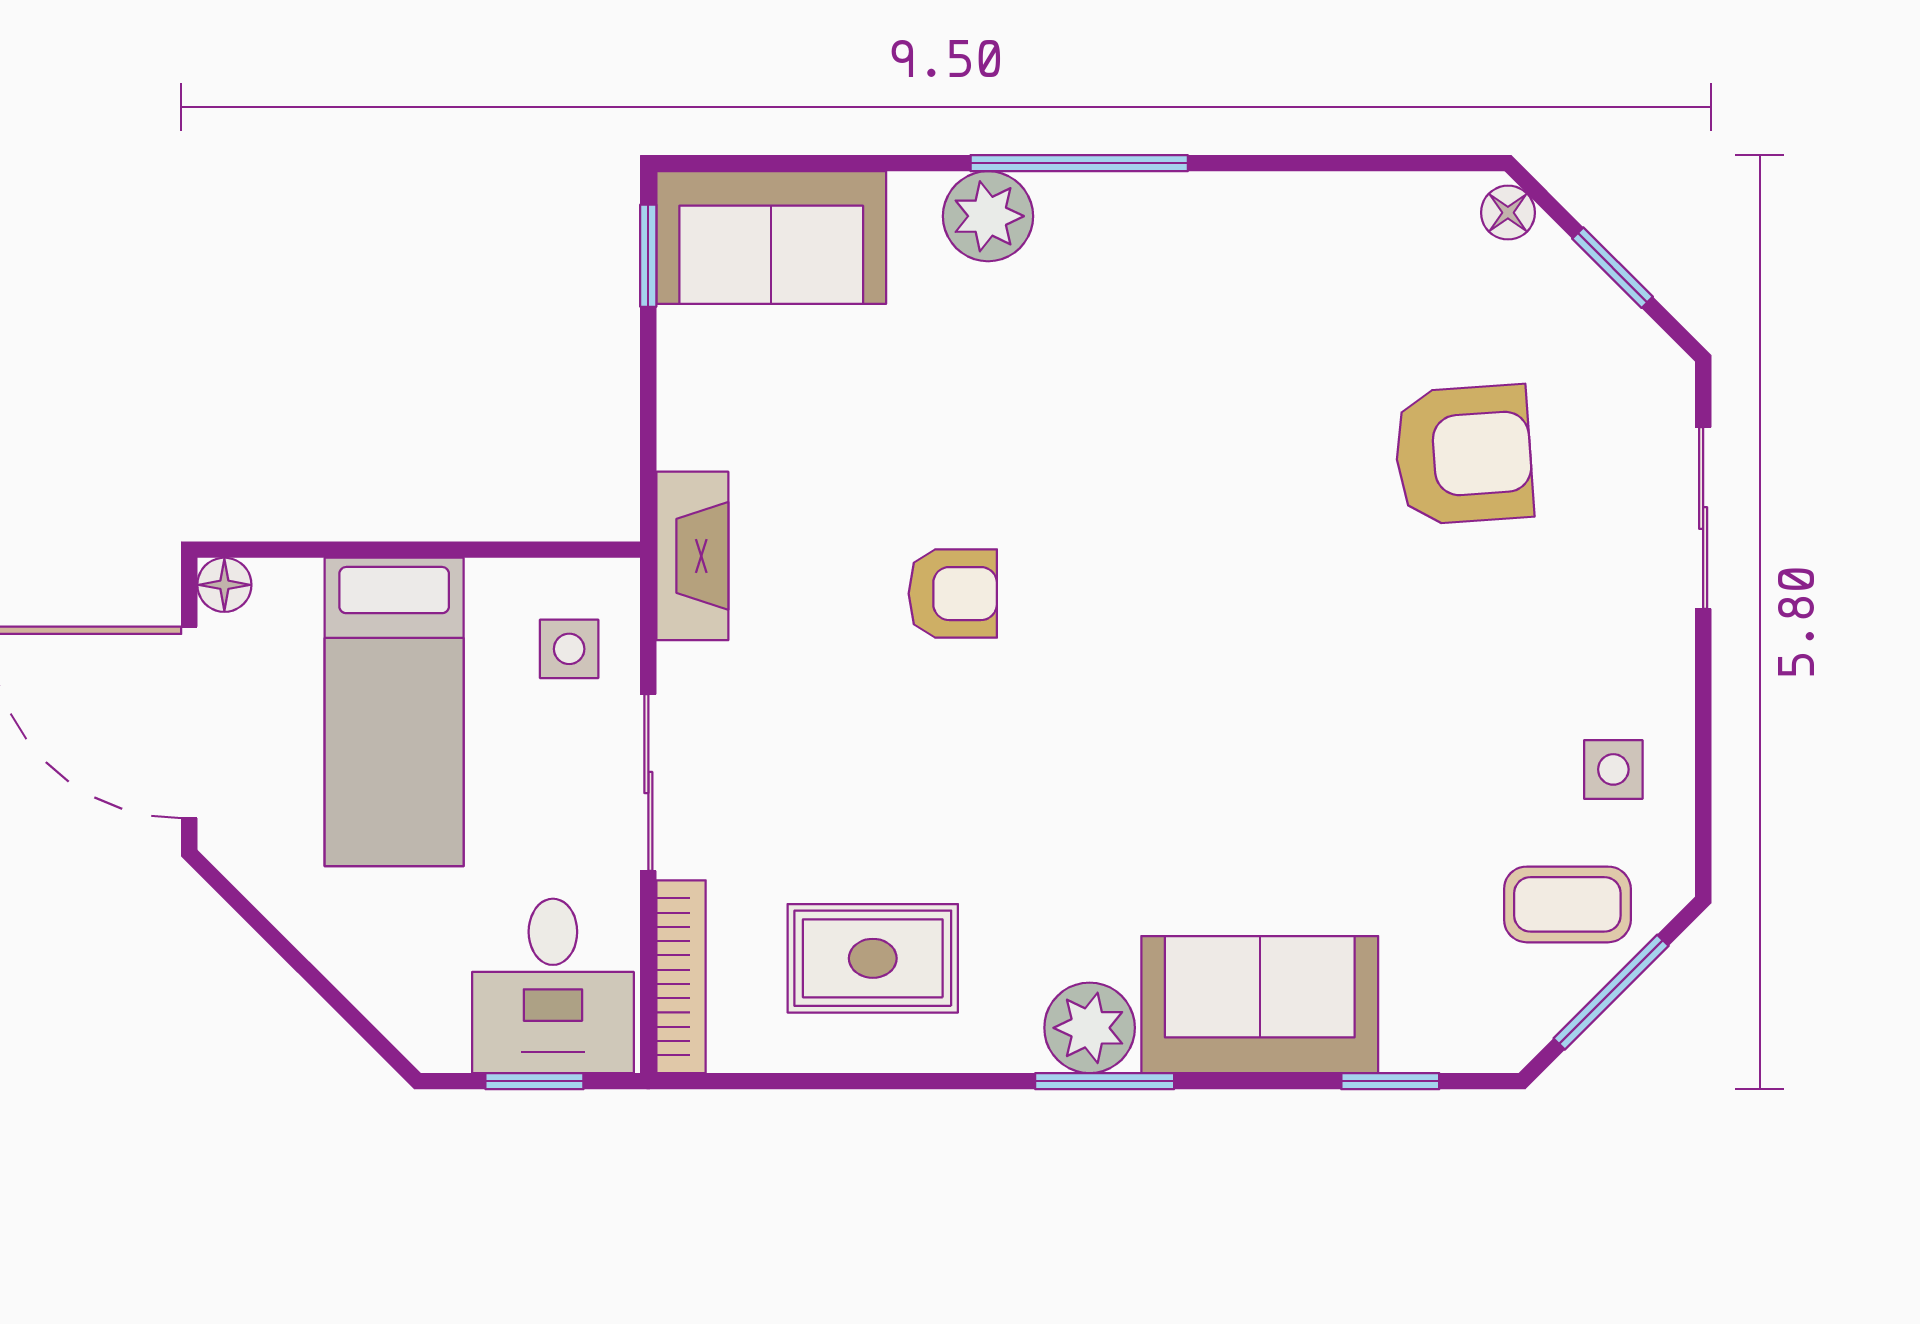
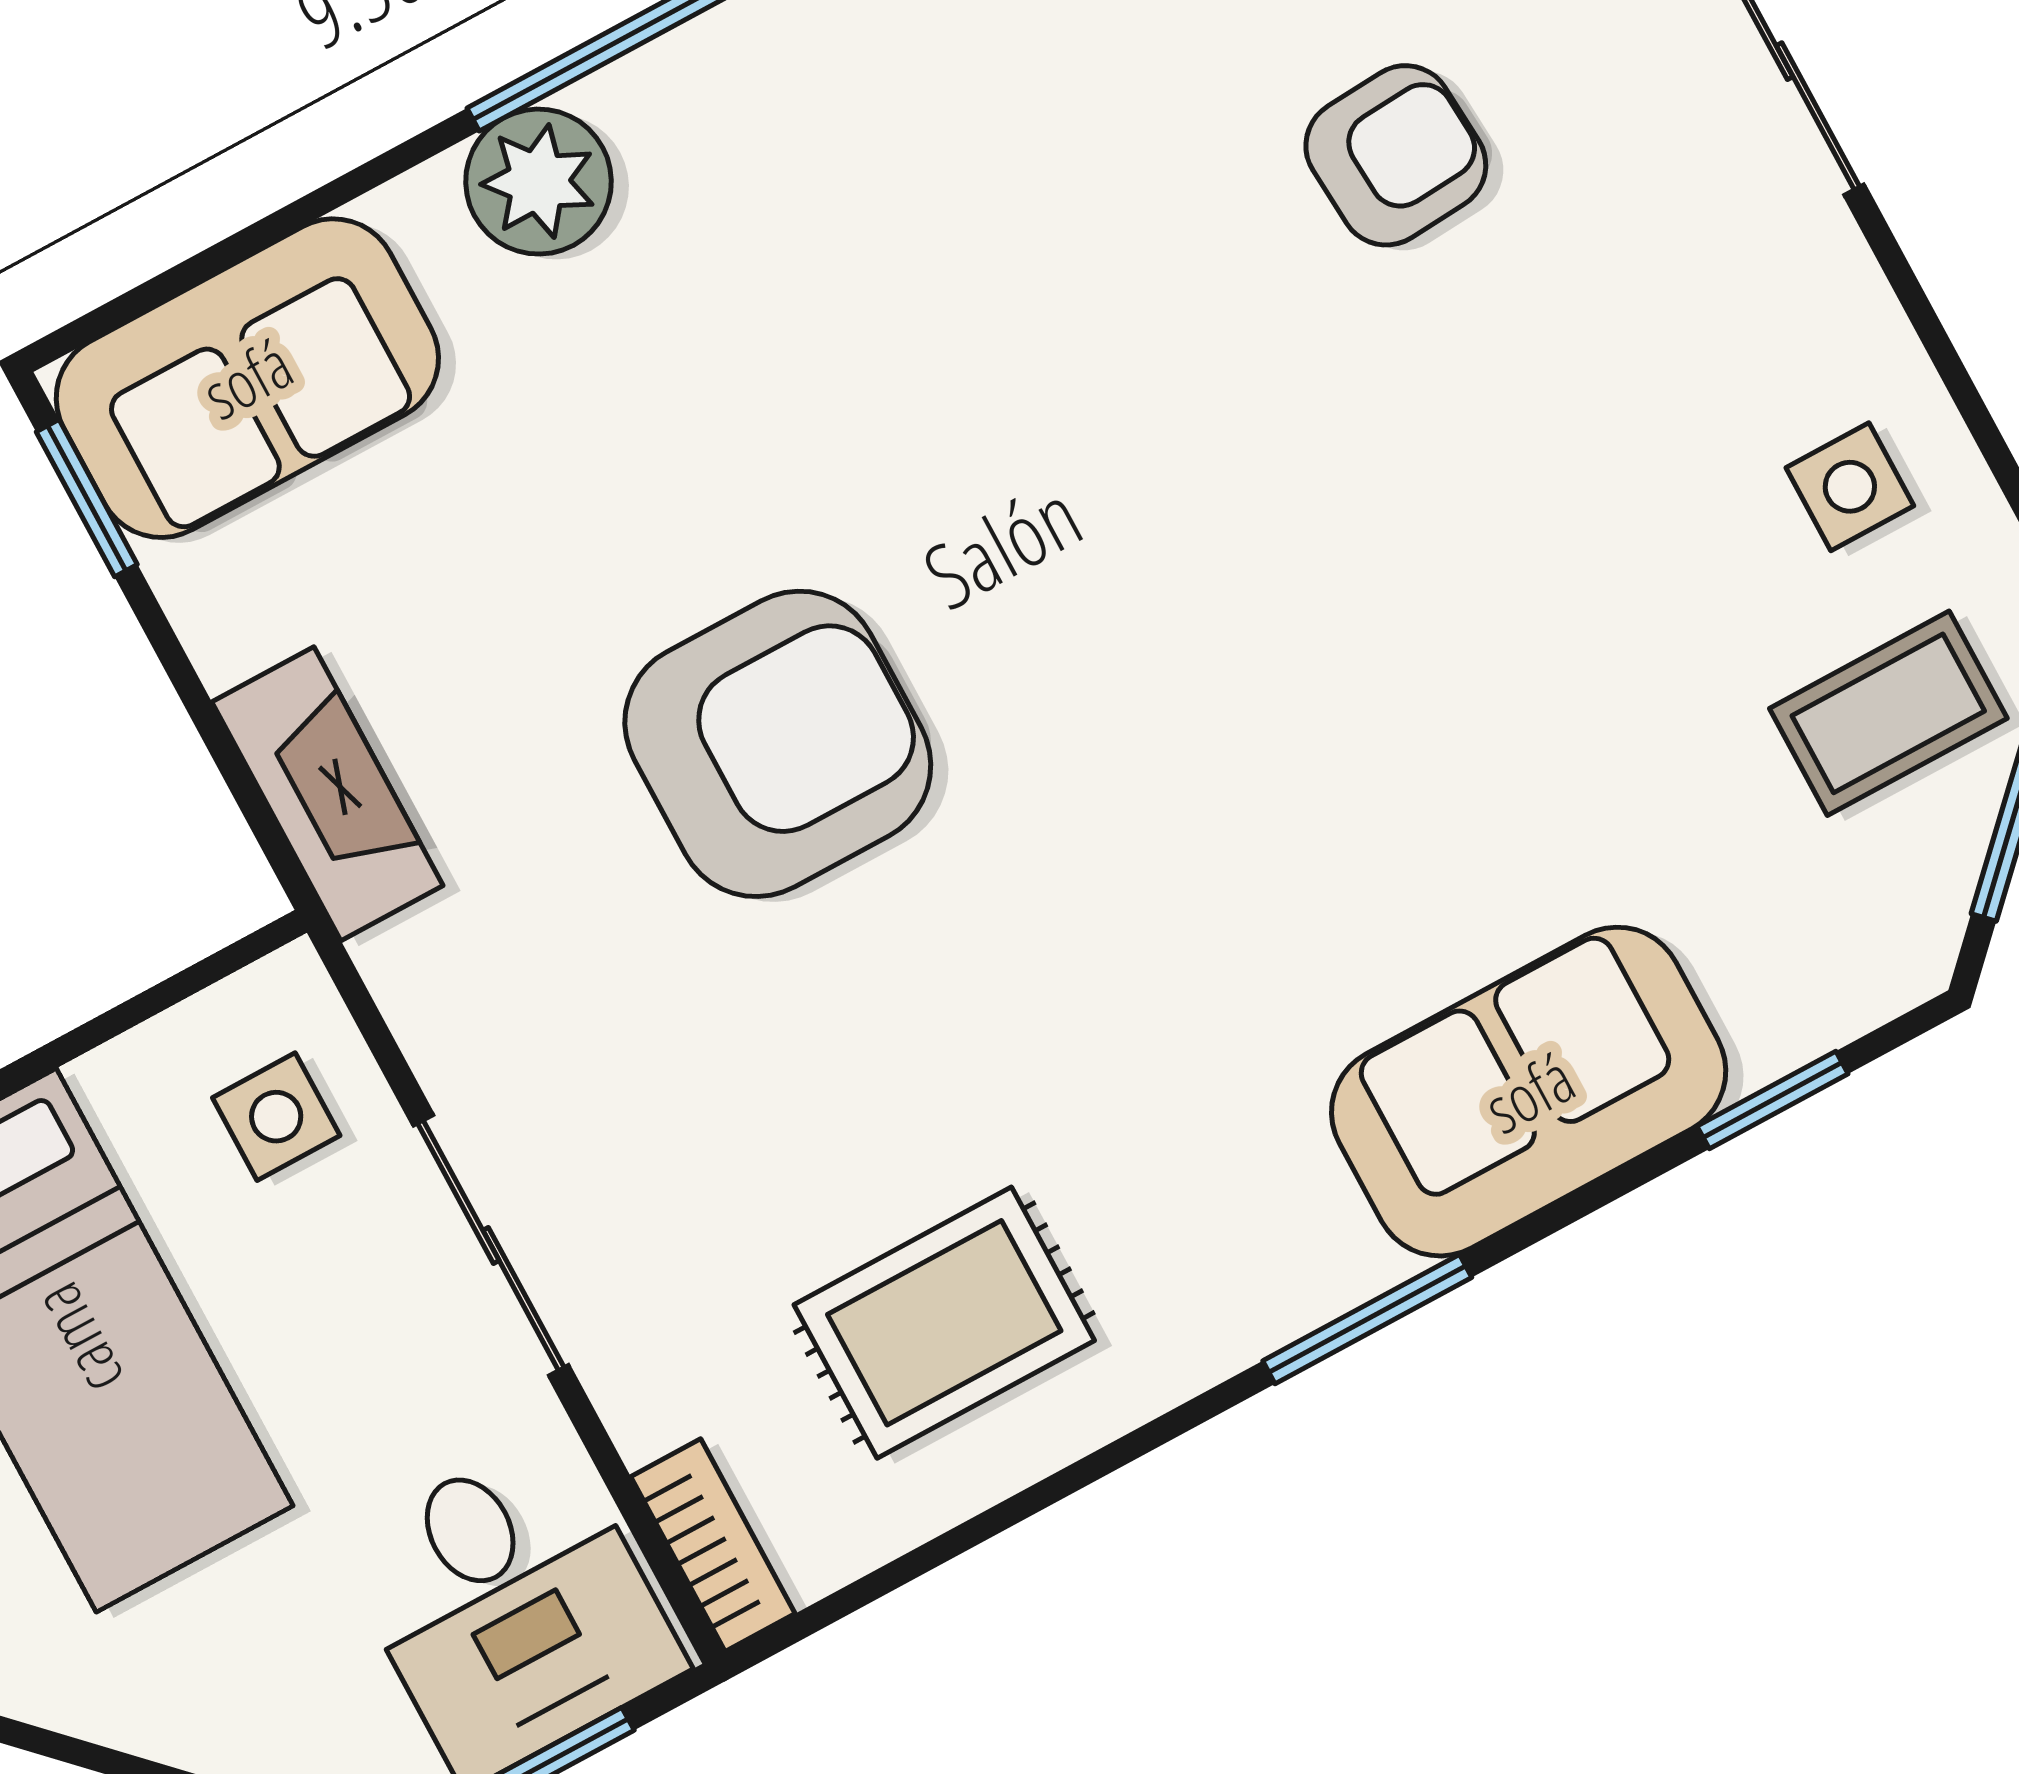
armchair: (1463, 455) -> (1396, 155), width x0.72, depth x0.72
fireplace: (692, 556) -> (327, 794), moved
armchair: (953, 594) -> (778, 744), width x1.88, depth x1.88
bookcase: (681, 977) -> (713, 1545), width x0.64
plant: (1090, 1028) -> (1305, 1255), removed

